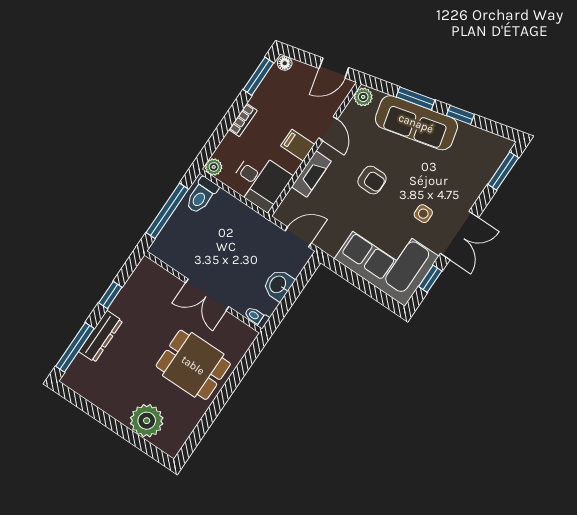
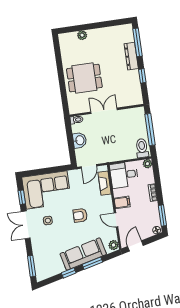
fireplace: (311, 174) -> (104, 183), moved
plant: (147, 421) -> (82, 35), width x0.53, depth x0.53

